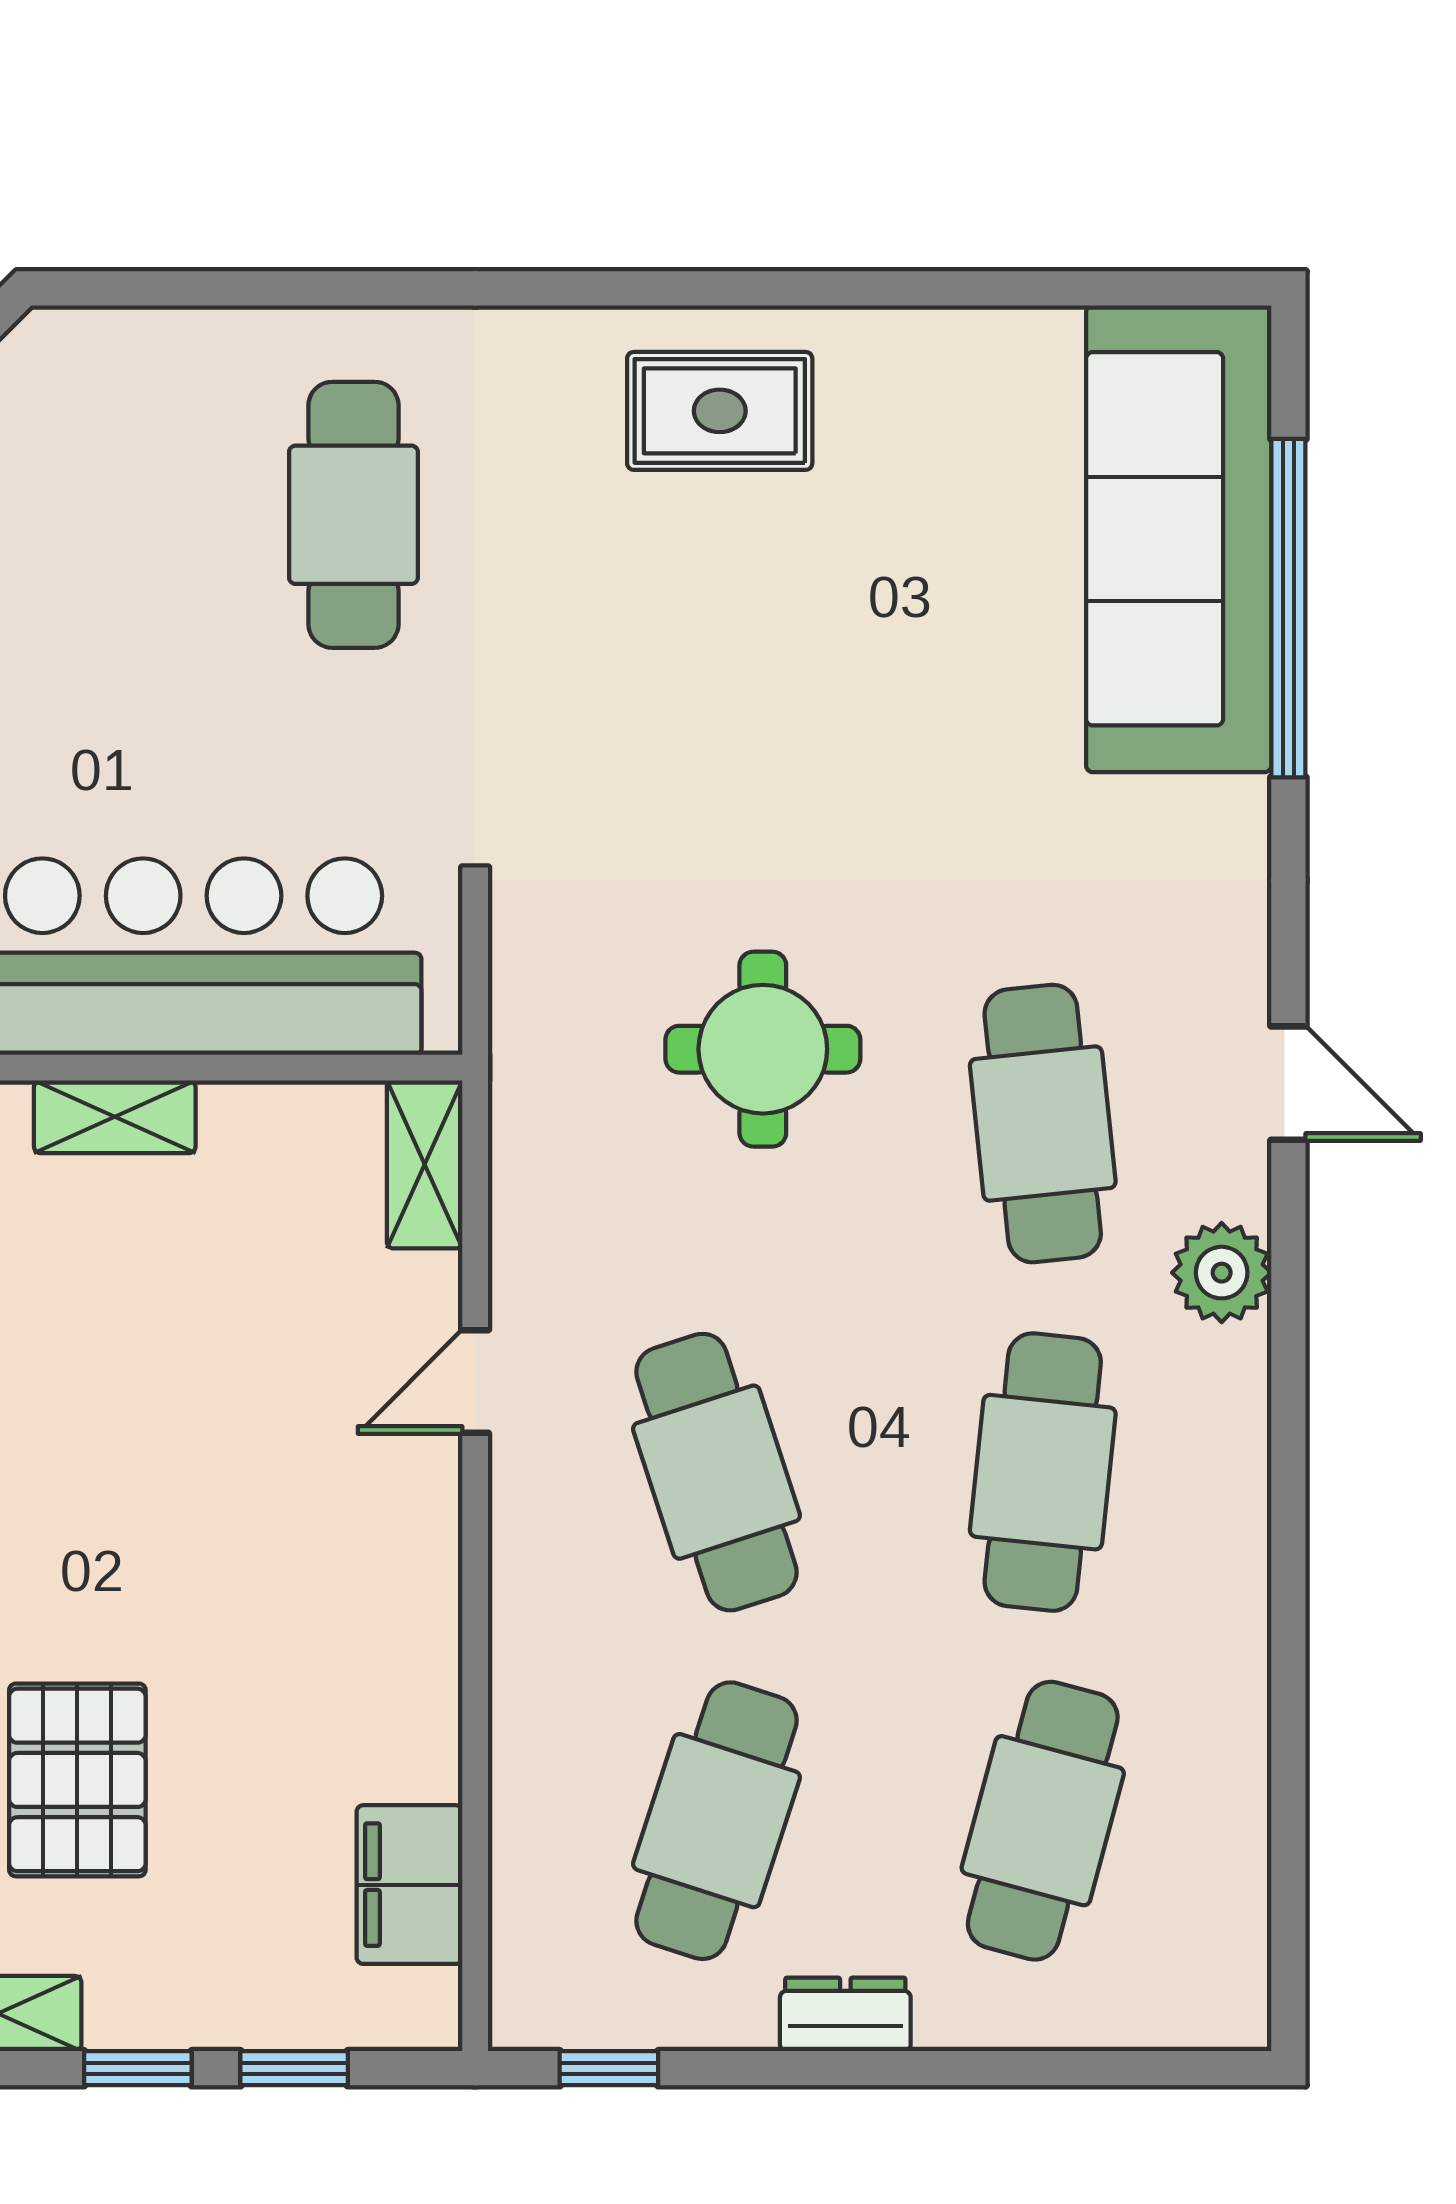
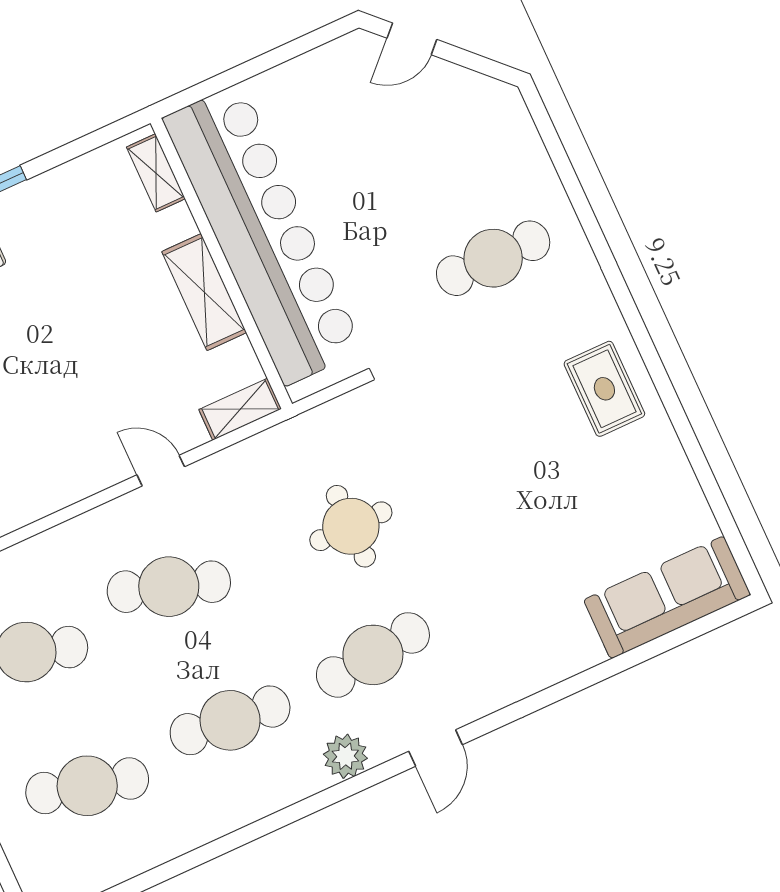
sofa: (1179, 539) -> (667, 597), width x0.74, depth x0.79
window: (1288, 608) -> (630, 659), removed
shelving: (115, 1117) -> (204, 292), width x1.50, depth x1.33
cafe table: (717, 1472) -> (169, 587), turned 36

